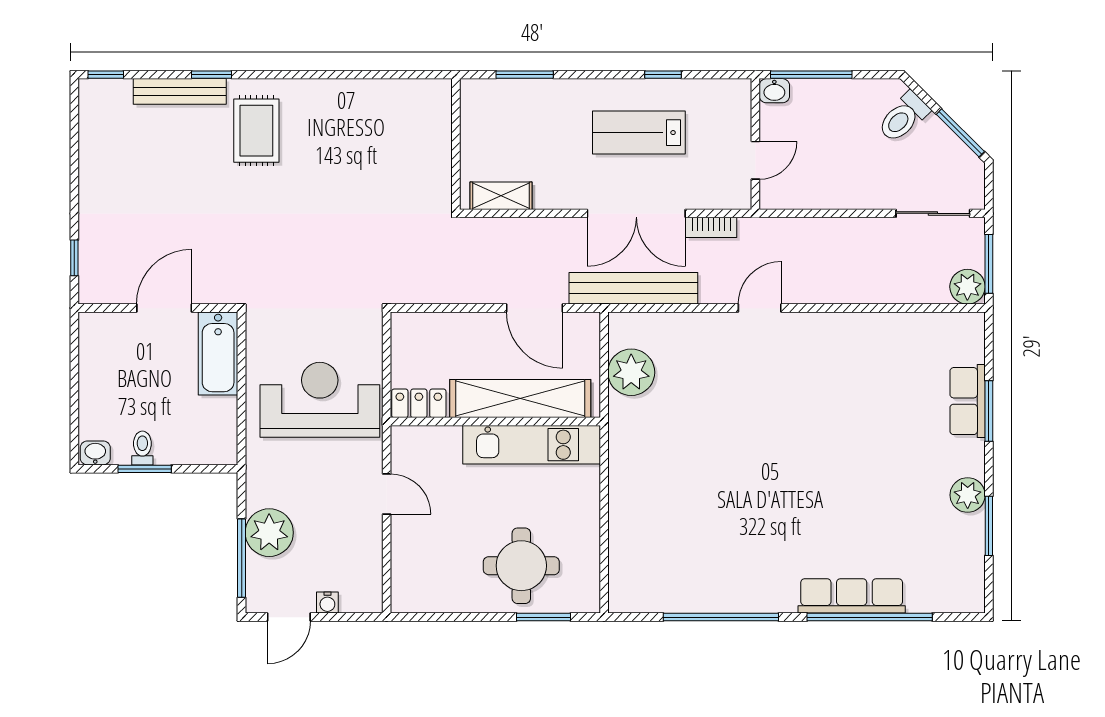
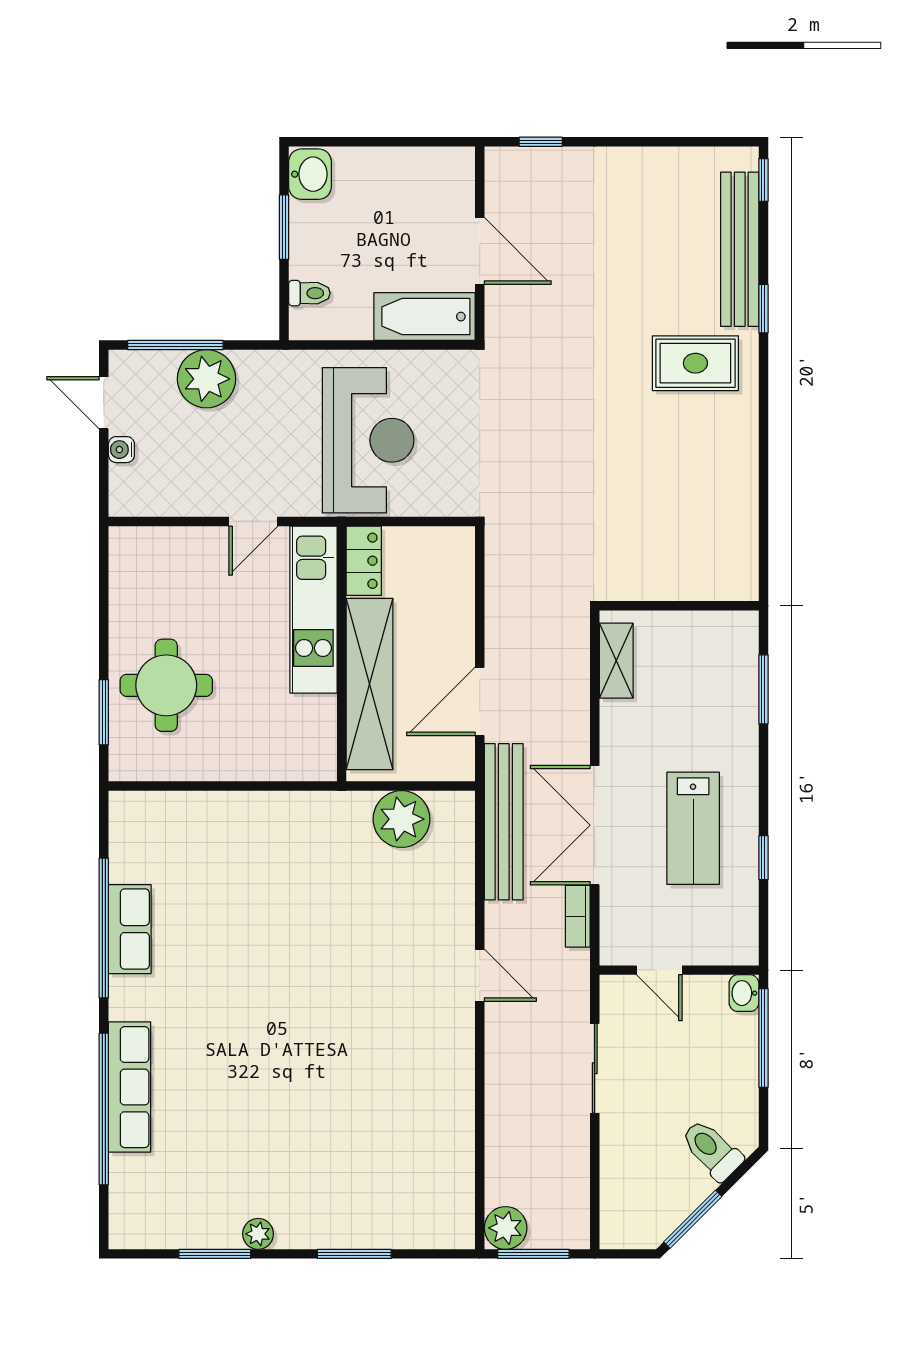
bench: (180, 91) -> (740, 249), width x1.37, depth x1.21
lab bench: (639, 133) -> (693, 828), turned 180
sliding door: (933, 213) -> (595, 1068), moved
row of seats: (968, 401) -> (130, 929), moved, turned 90
kitchen unit: (532, 445) -> (313, 610), moved
toilet: (142, 448) -> (309, 293), moved
washbasin: (95, 453) -> (310, 174), width x1.38, depth x1.45
plant: (968, 495) -> (258, 1234), width x0.73, depth x0.73

